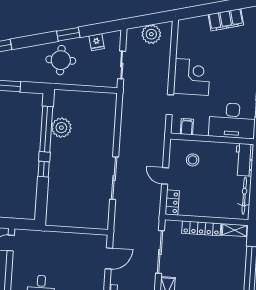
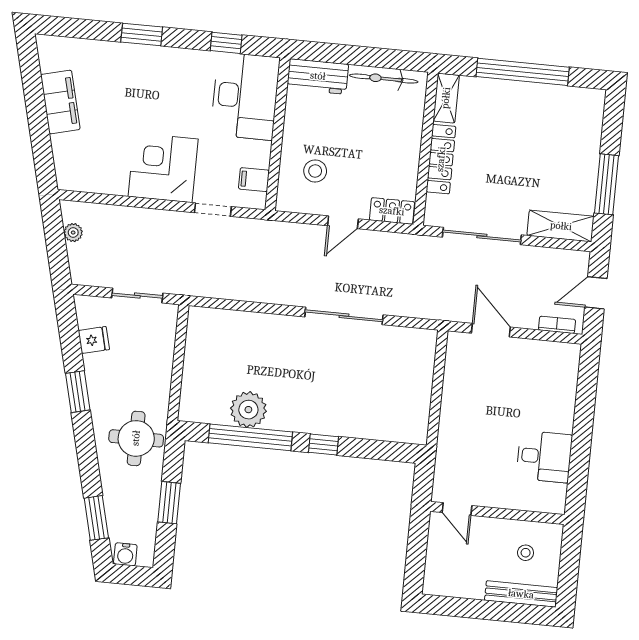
plant: (151, 34) -> (73, 233), width x0.53, depth x0.53
round table: (61, 60) -> (136, 438), moved

